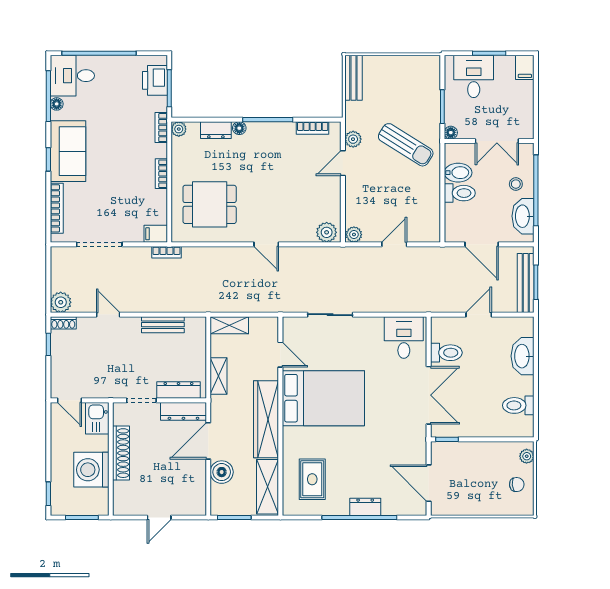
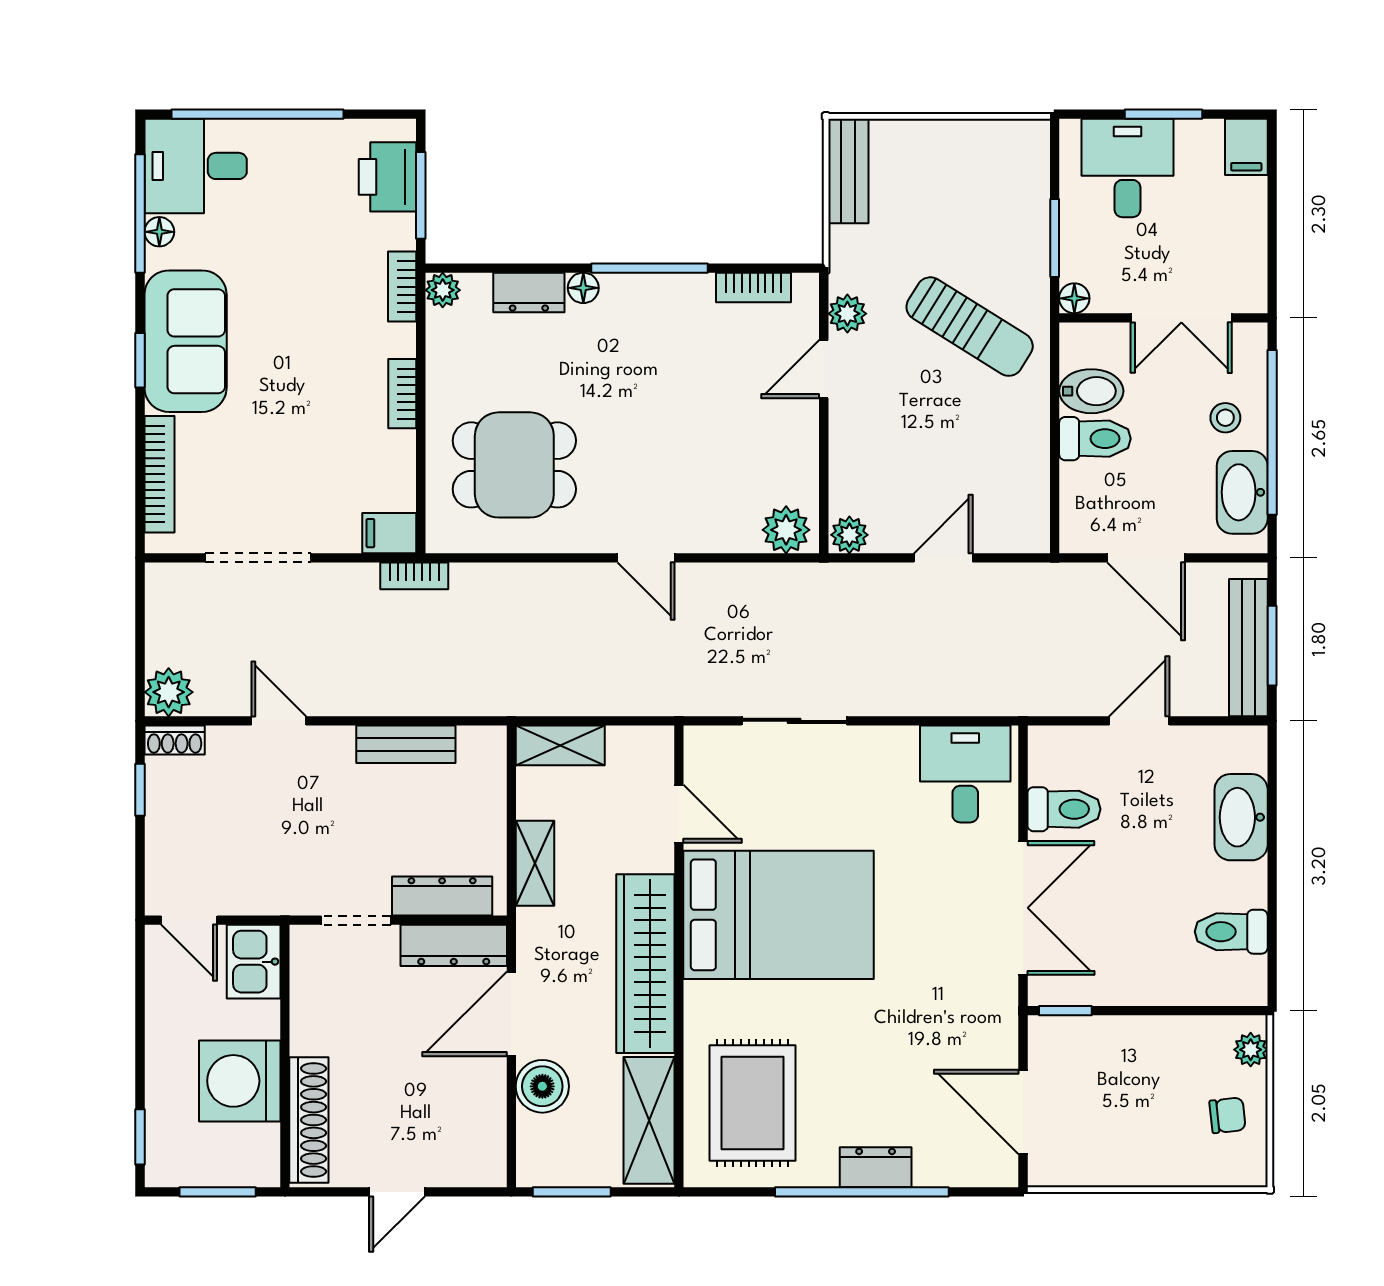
shoe rack: (121, 453) -> (309, 1120), moved
rug: (312, 479) -> (753, 1103), width x1.36, depth x1.43

